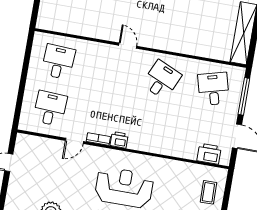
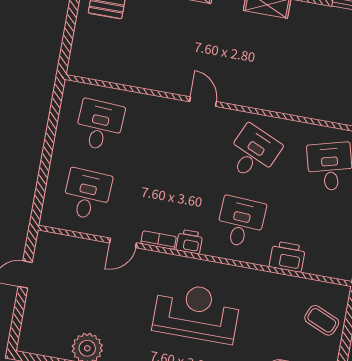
desk: (154, 126) -> (241, 222), added
printer: (209, 154) -> (287, 257), moved
coffee table: (208, 192) -> (322, 320), turned -66

